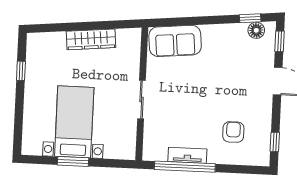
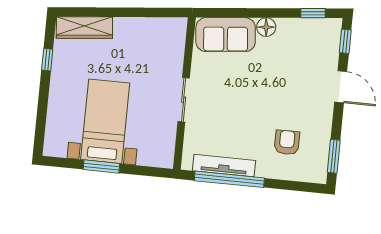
floor lamp: (256, 30) -> (266, 27), moved
wardrobe: (91, 39) -> (84, 28), moved
window: (275, 142) -> (334, 156), width x1.50
tv unit: (187, 155) -> (224, 166), width x1.41

